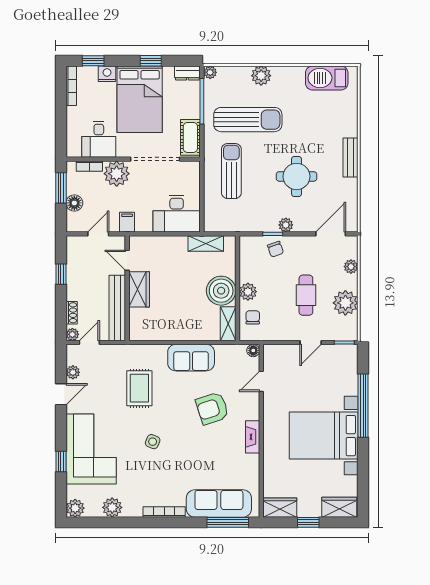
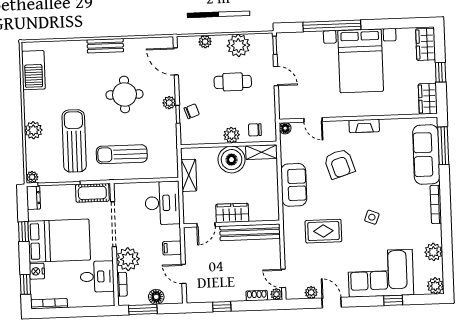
door: (127, 260) -> (206, 225), moved
wall: (127, 288) -> (232, 224), moved
wardrobe: (139, 289) -> (232, 213), moved
bench: (117, 308) -> (250, 232), moved

